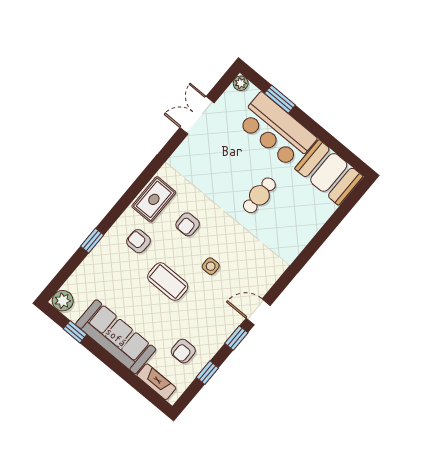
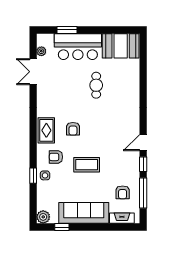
plant: (241, 83) -> (41, 51), moved
side table: (211, 266) -> (45, 175), moved
window: (207, 373) -> (143, 193), width x2.17

